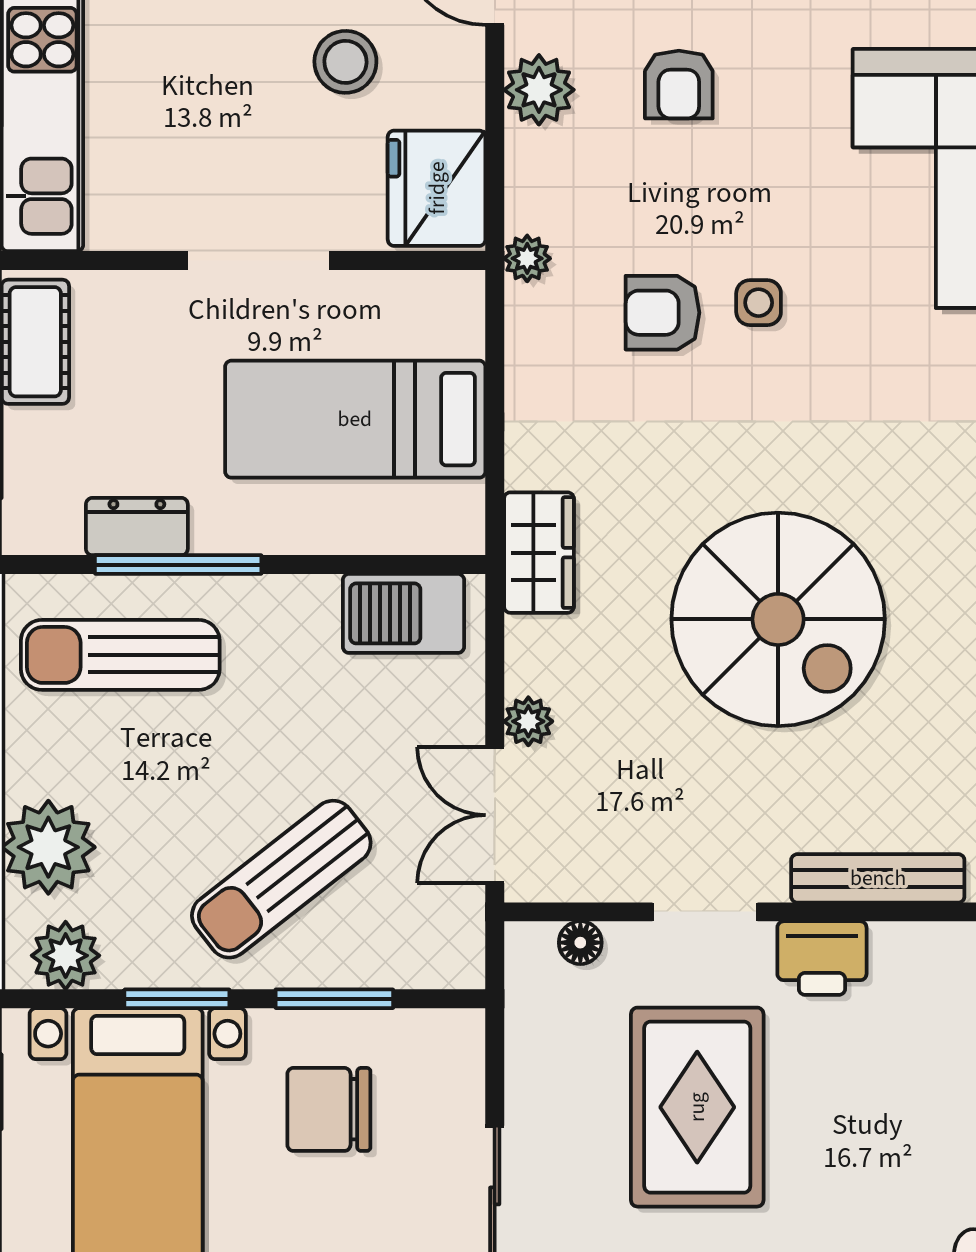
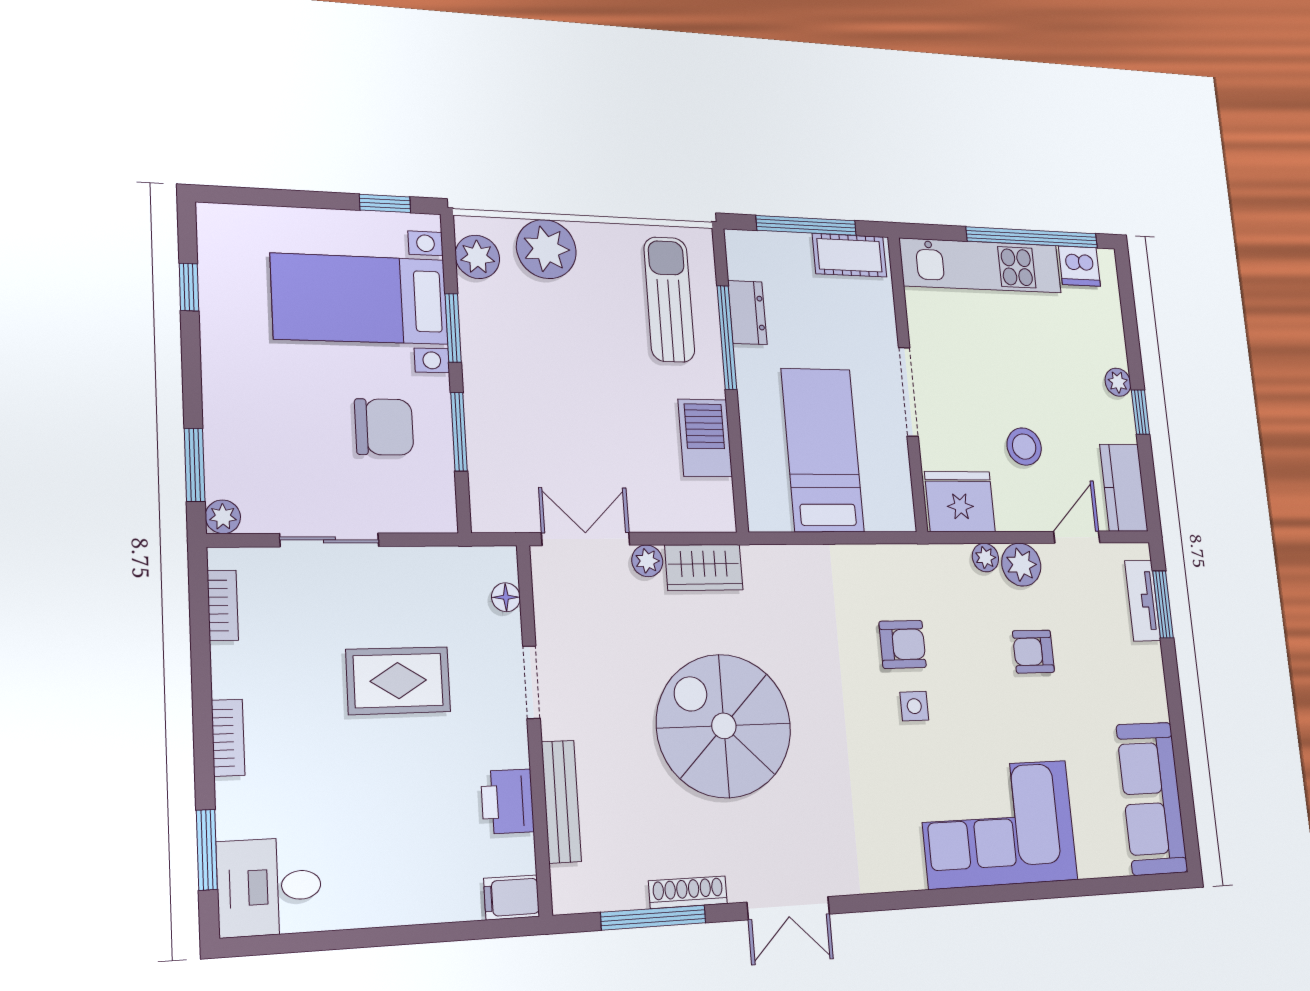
plant: (527, 258) -> (985, 558), moved
armchair: (662, 313) -> (903, 644), turned 90
wardrobe: (539, 553) -> (704, 567), moved
barbecue: (403, 613) -> (705, 438), moved
spiral stairs: (778, 619) -> (724, 726), turned 90
sun lounger: (281, 879) -> (535, 398), removed
printer: (822, 958) -> (507, 801), moved
rug: (697, 1107) -> (398, 681), width x0.73, depth x0.70
chair: (329, 1109) -> (384, 427), turned 90

